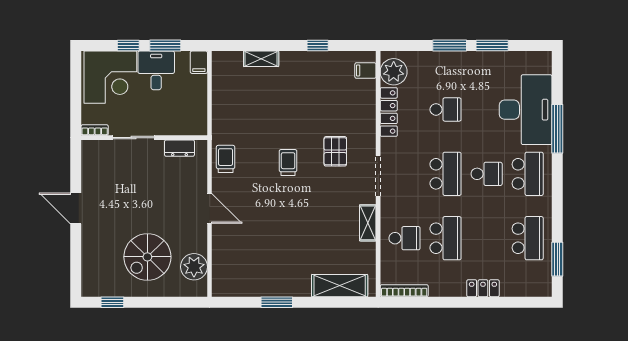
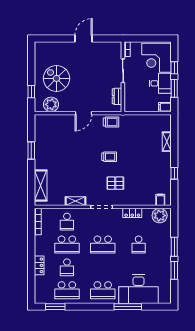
locker: (389, 112) -> (132, 213), width x0.66
school desk: (487, 174) -> (67, 267), moved
window: (112, 302) -> (31, 92), moved

